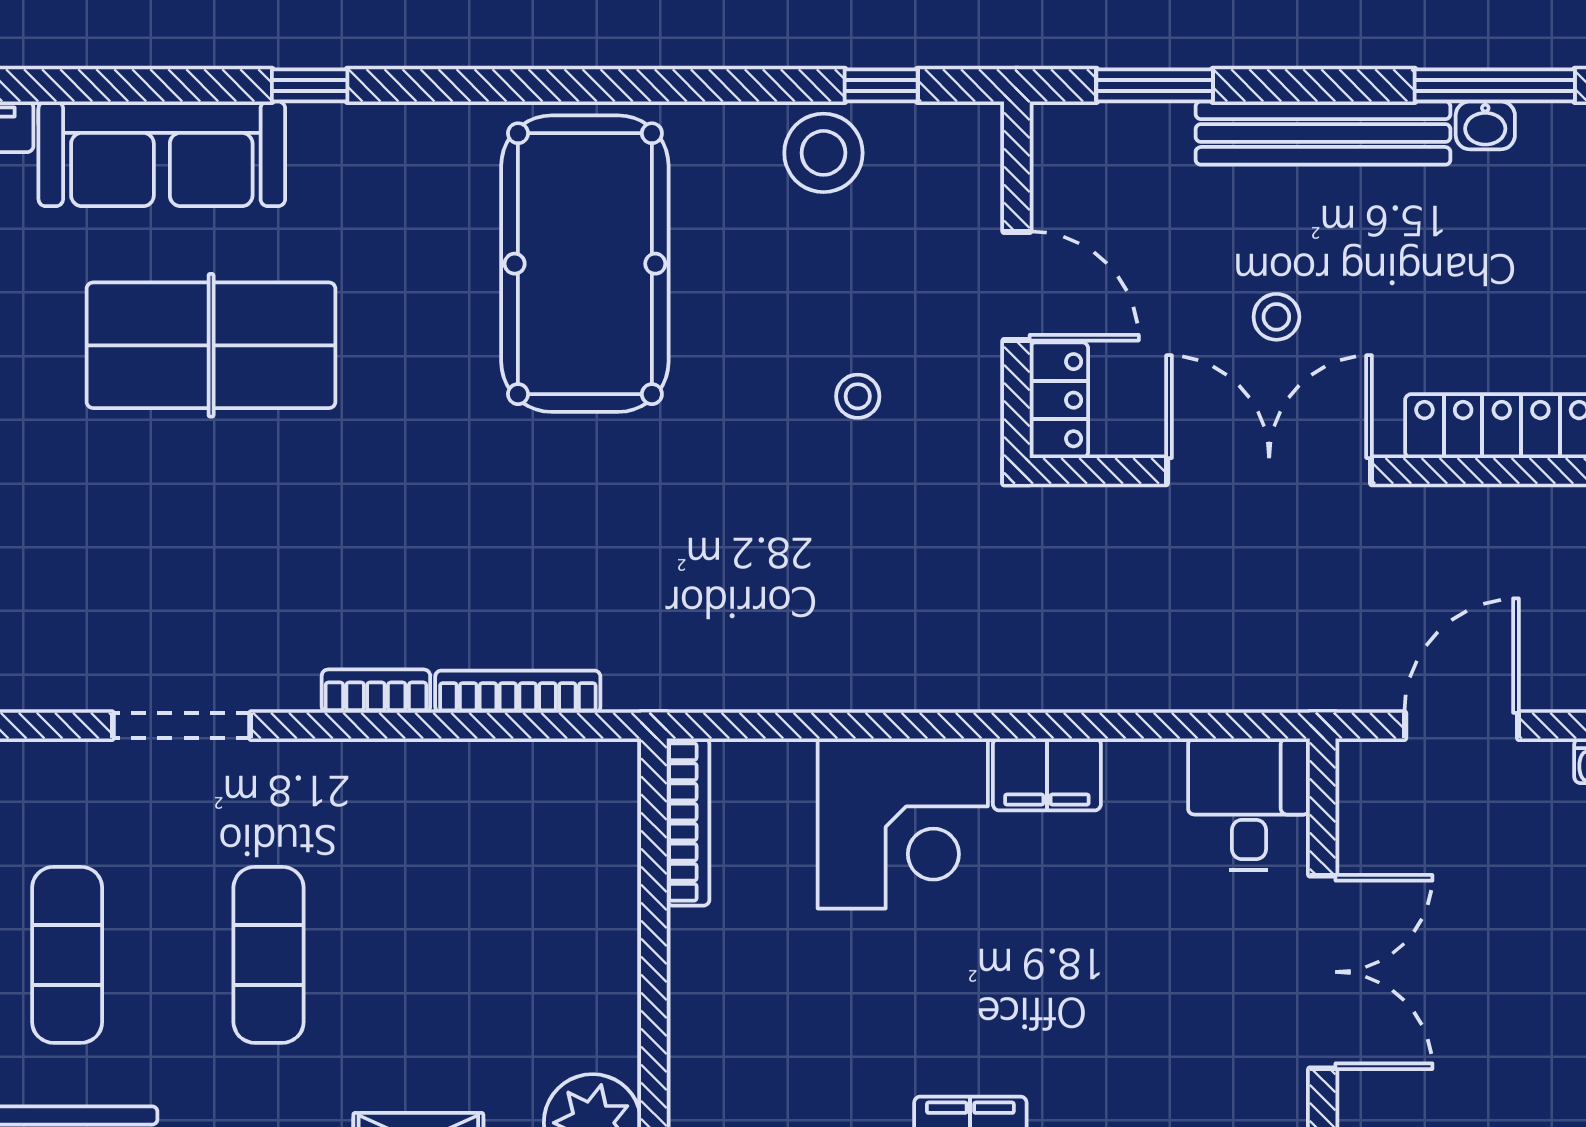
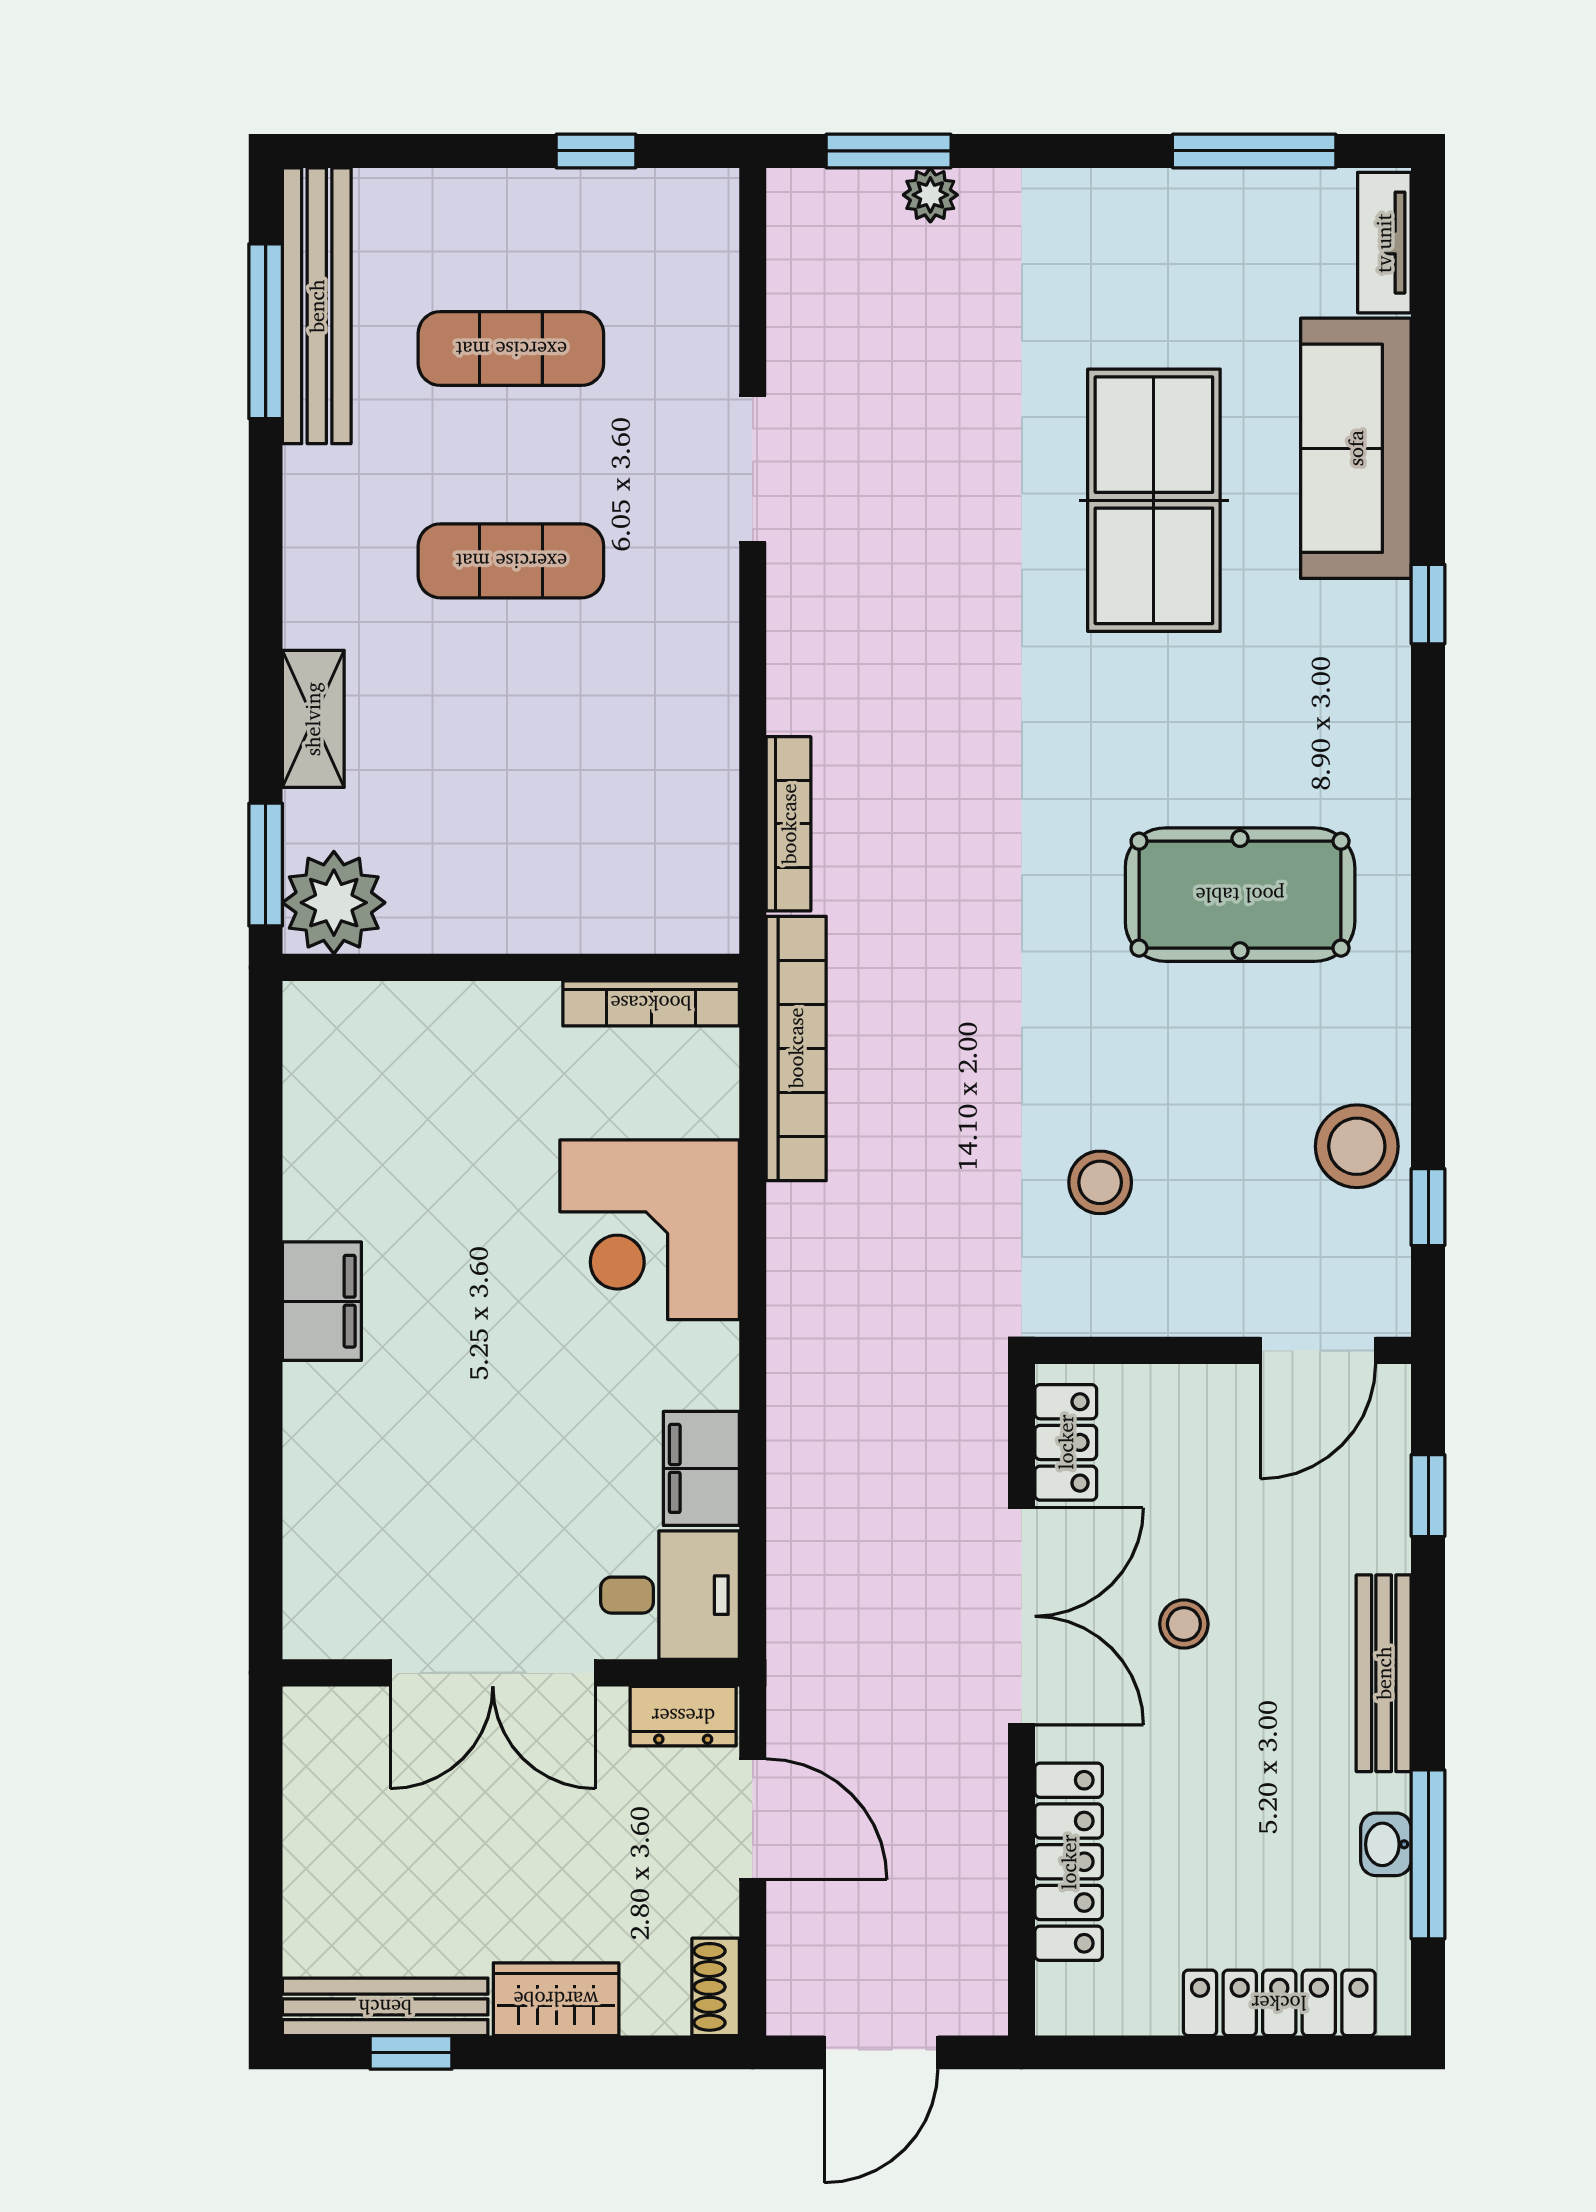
window: (1155, 85) -> (1428, 1496), width x0.67
bench: (1323, 133) -> (1384, 1673), width x0.73, depth x0.82
pool table: (585, 264) -> (1240, 895), width x0.73, depth x0.76
door: (1017, 286) -> (1318, 1350), moved
stool: (858, 396) -> (1100, 1182), width x1.37, depth x1.37
locker: (1059, 400) -> (1066, 1442), moved, turned -90
bookcase: (376, 691) -> (796, 1048), moved, width x2.31, depth x1.31
filing cabinet: (1047, 774) -> (701, 1468), moved
dresser: (1364, 792) -> (683, 1716), added

